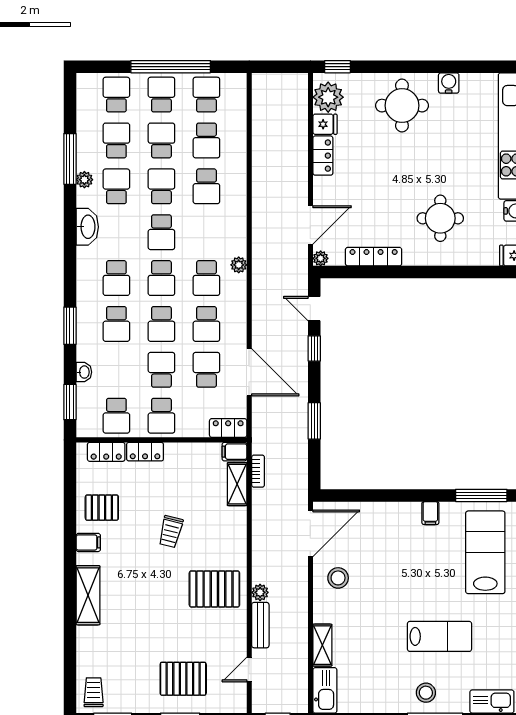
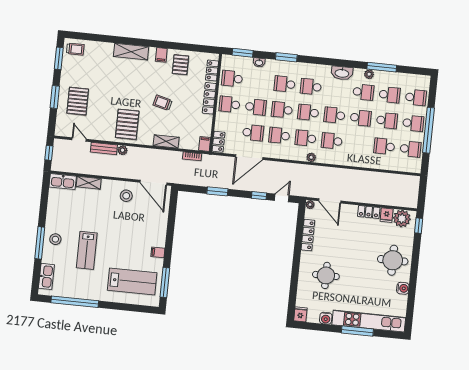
school desk: (206, 186) -> (332, 141), moved
locker: (145, 452) -> (209, 98), width x1.53
shelving: (237, 484) -> (166, 141), moved

